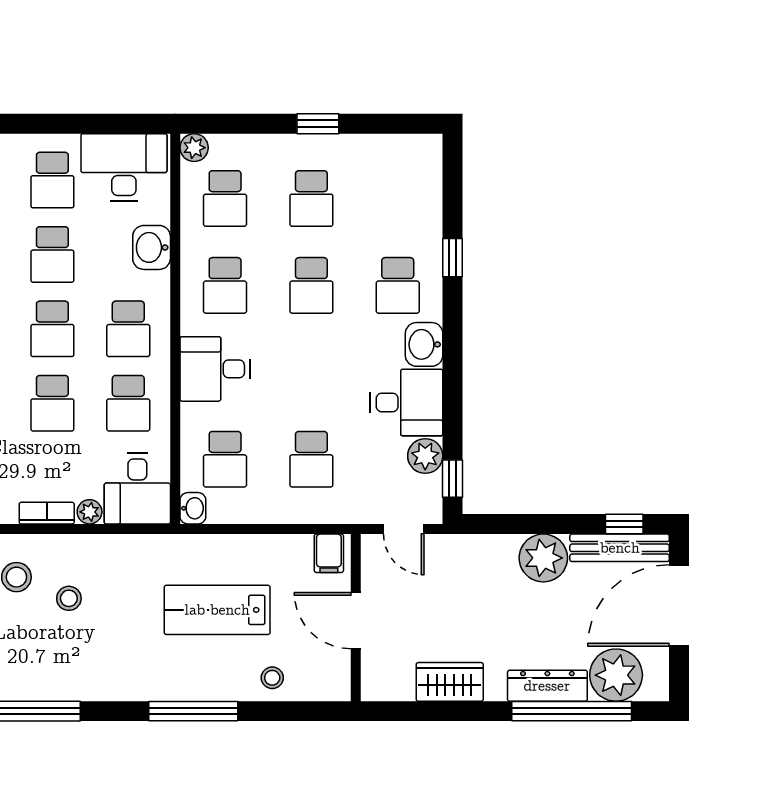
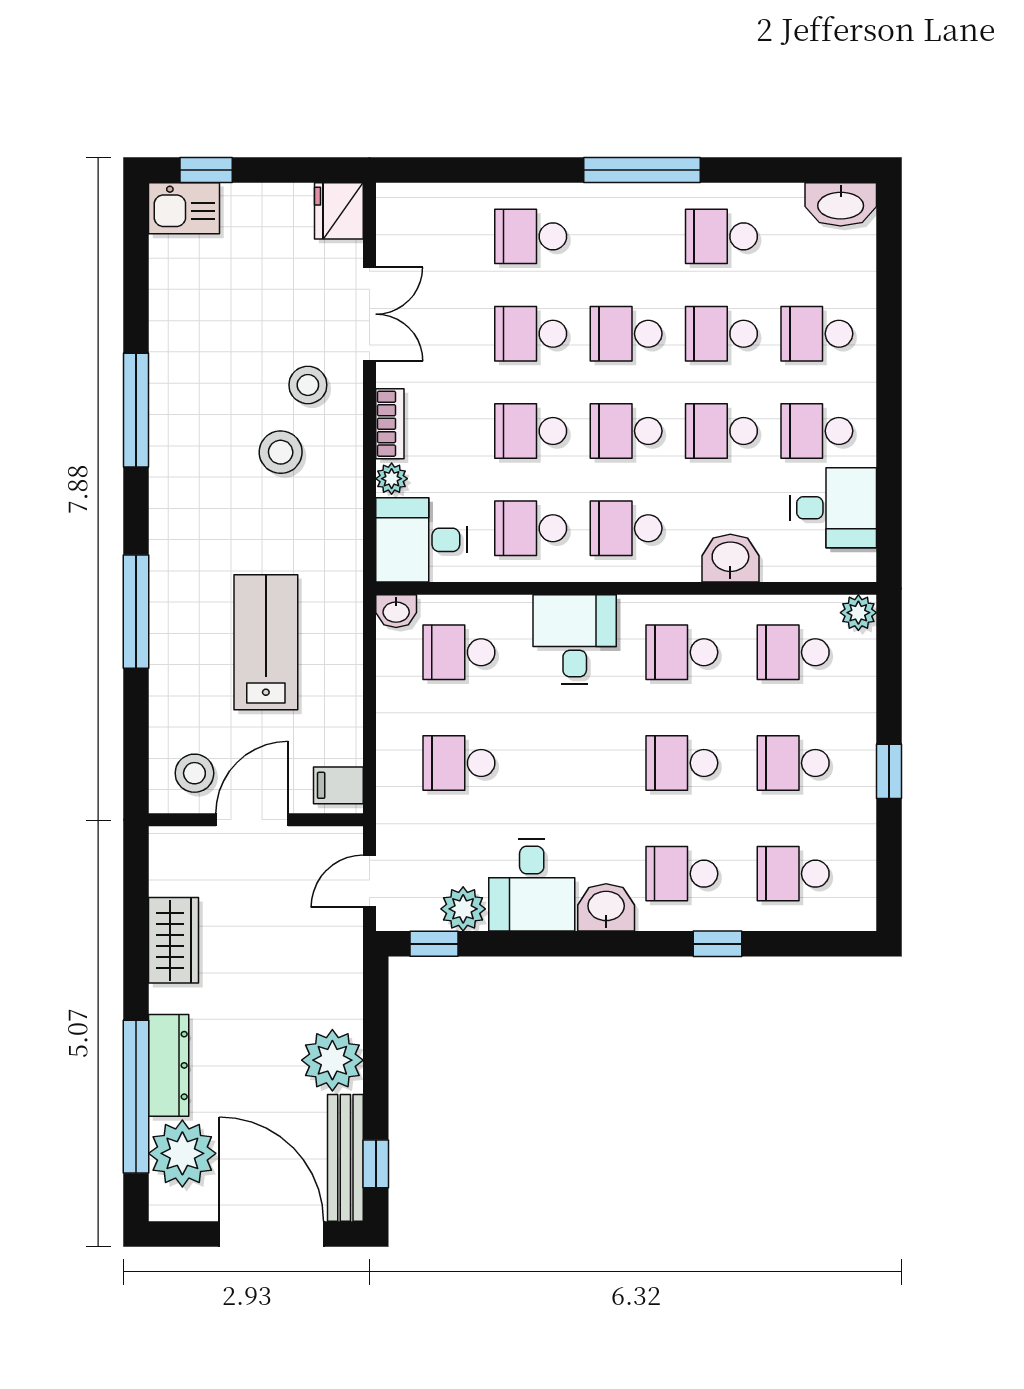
desk: (124, 167) -> (833, 508), width x0.73
school desk: (398, 198) -> (793, 874), added
stool: (69, 598) -> (281, 452), width x1.37, depth x1.37
stool: (272, 678) -> (194, 773), moved, width x1.37, depth x1.37

